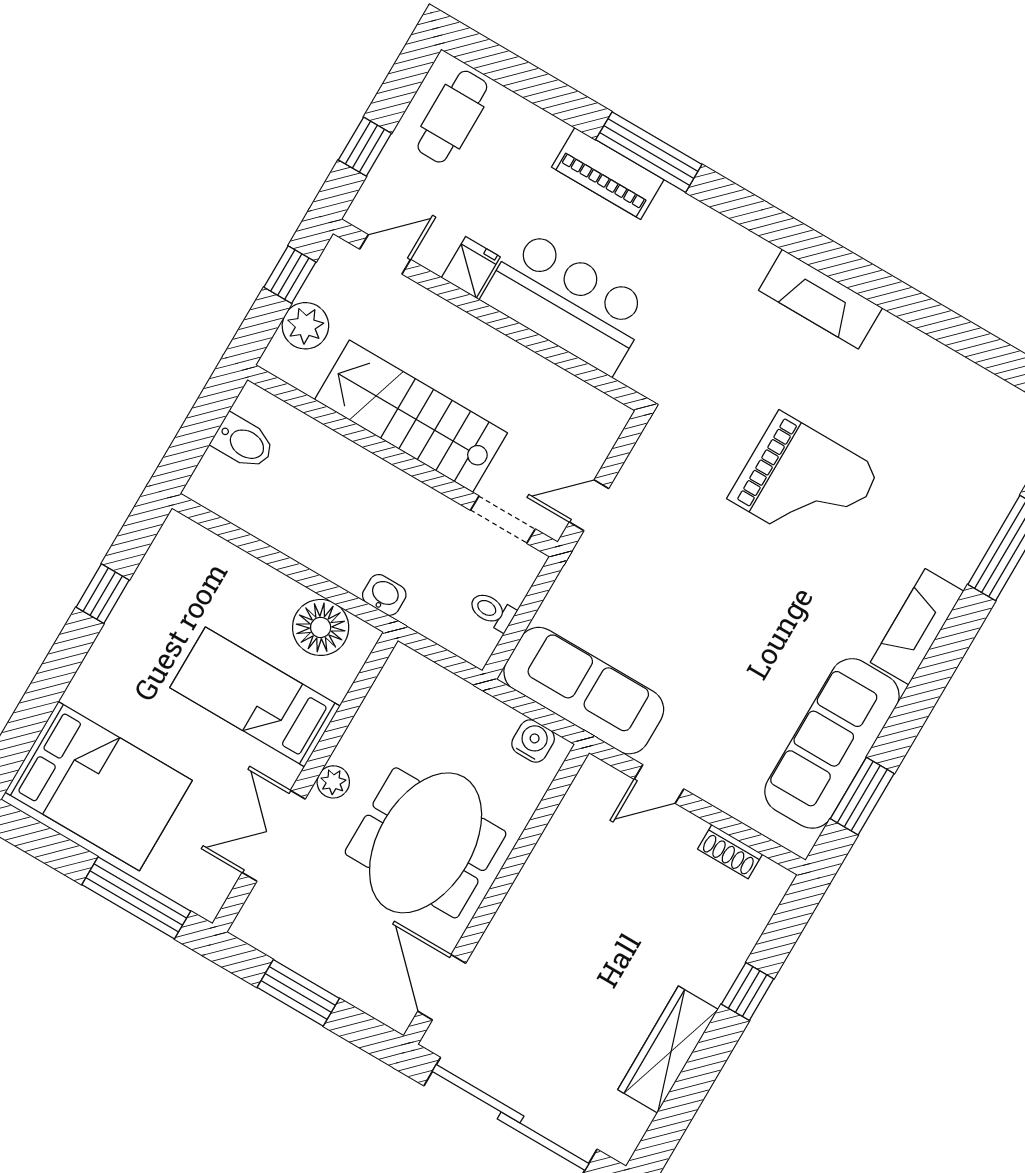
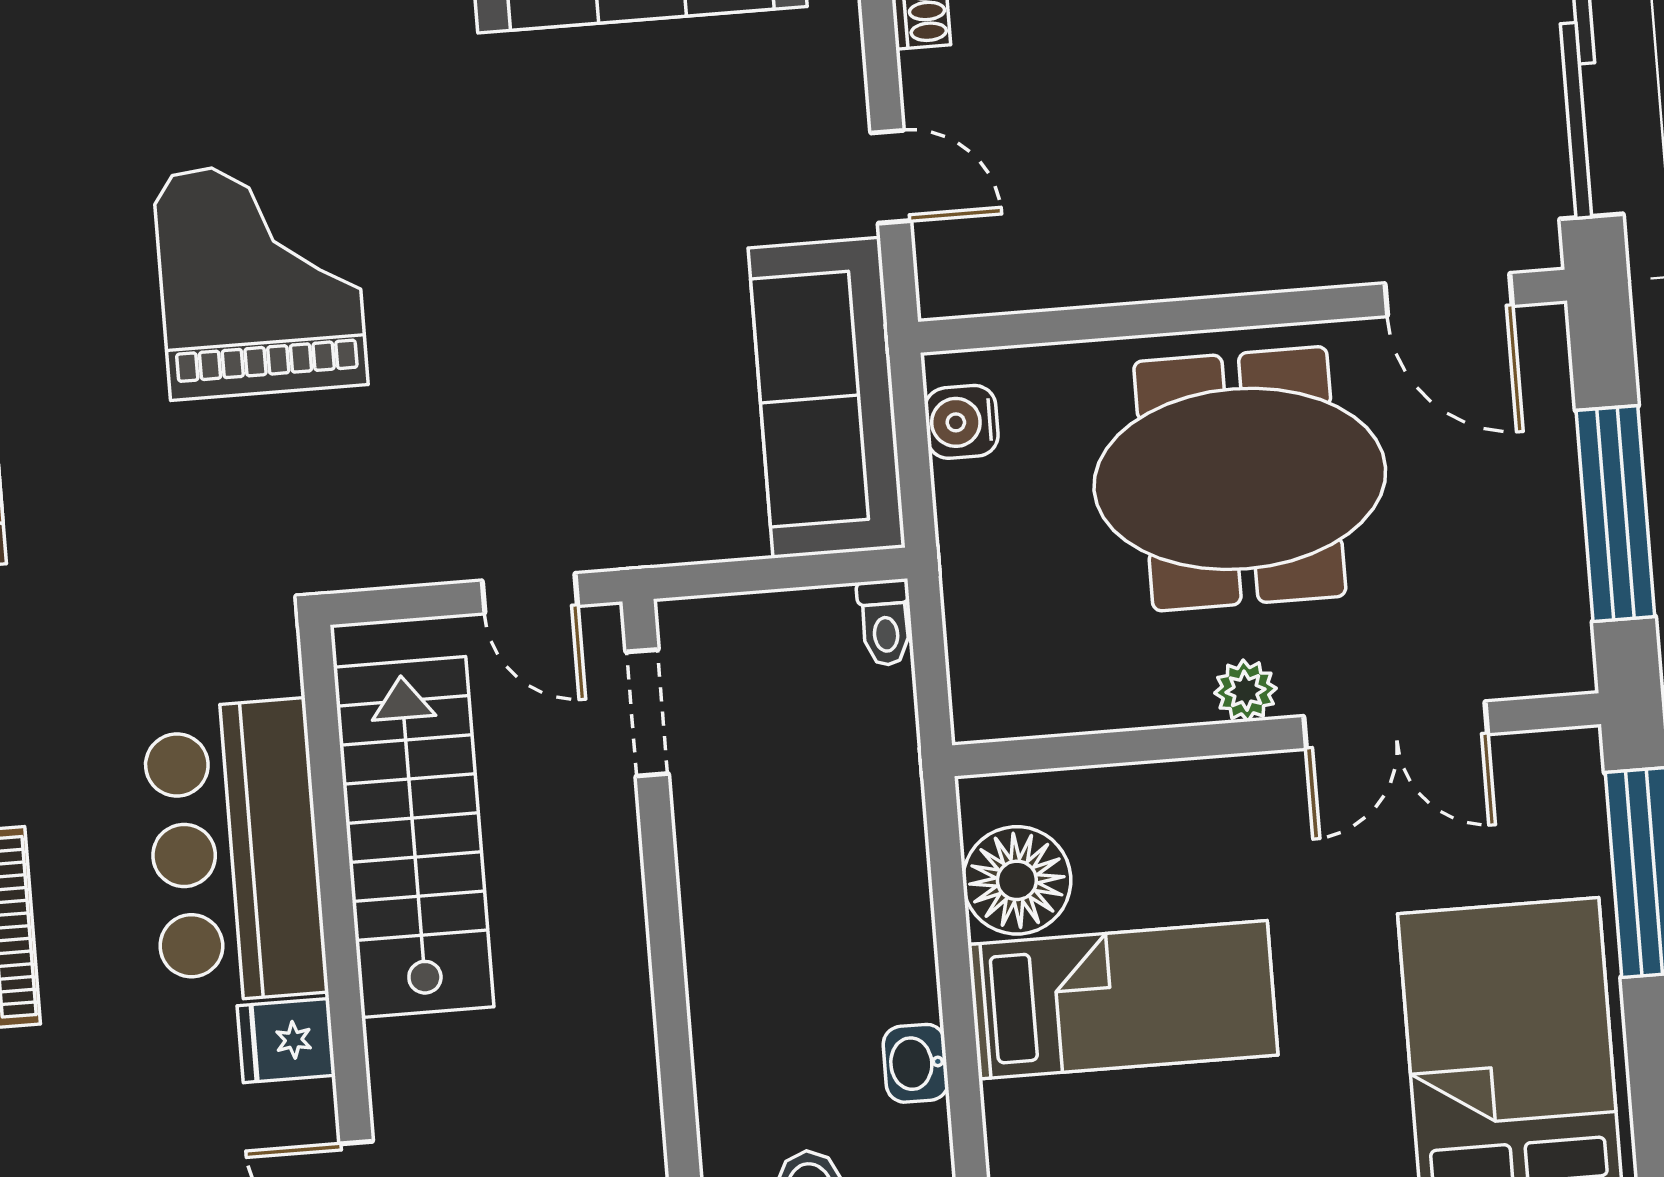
stairs: (411, 416) -> (414, 837), moved, turned 180
washbasin: (384, 595) -> (916, 1063), moved
toilet: (492, 611) -> (885, 623), moved
bed: (255, 697) -> (1123, 1000), moved, turned -90
door: (442, 987) -> (1449, 295), hinge flipped
window: (298, 993) -> (1615, 514), width x1.44

